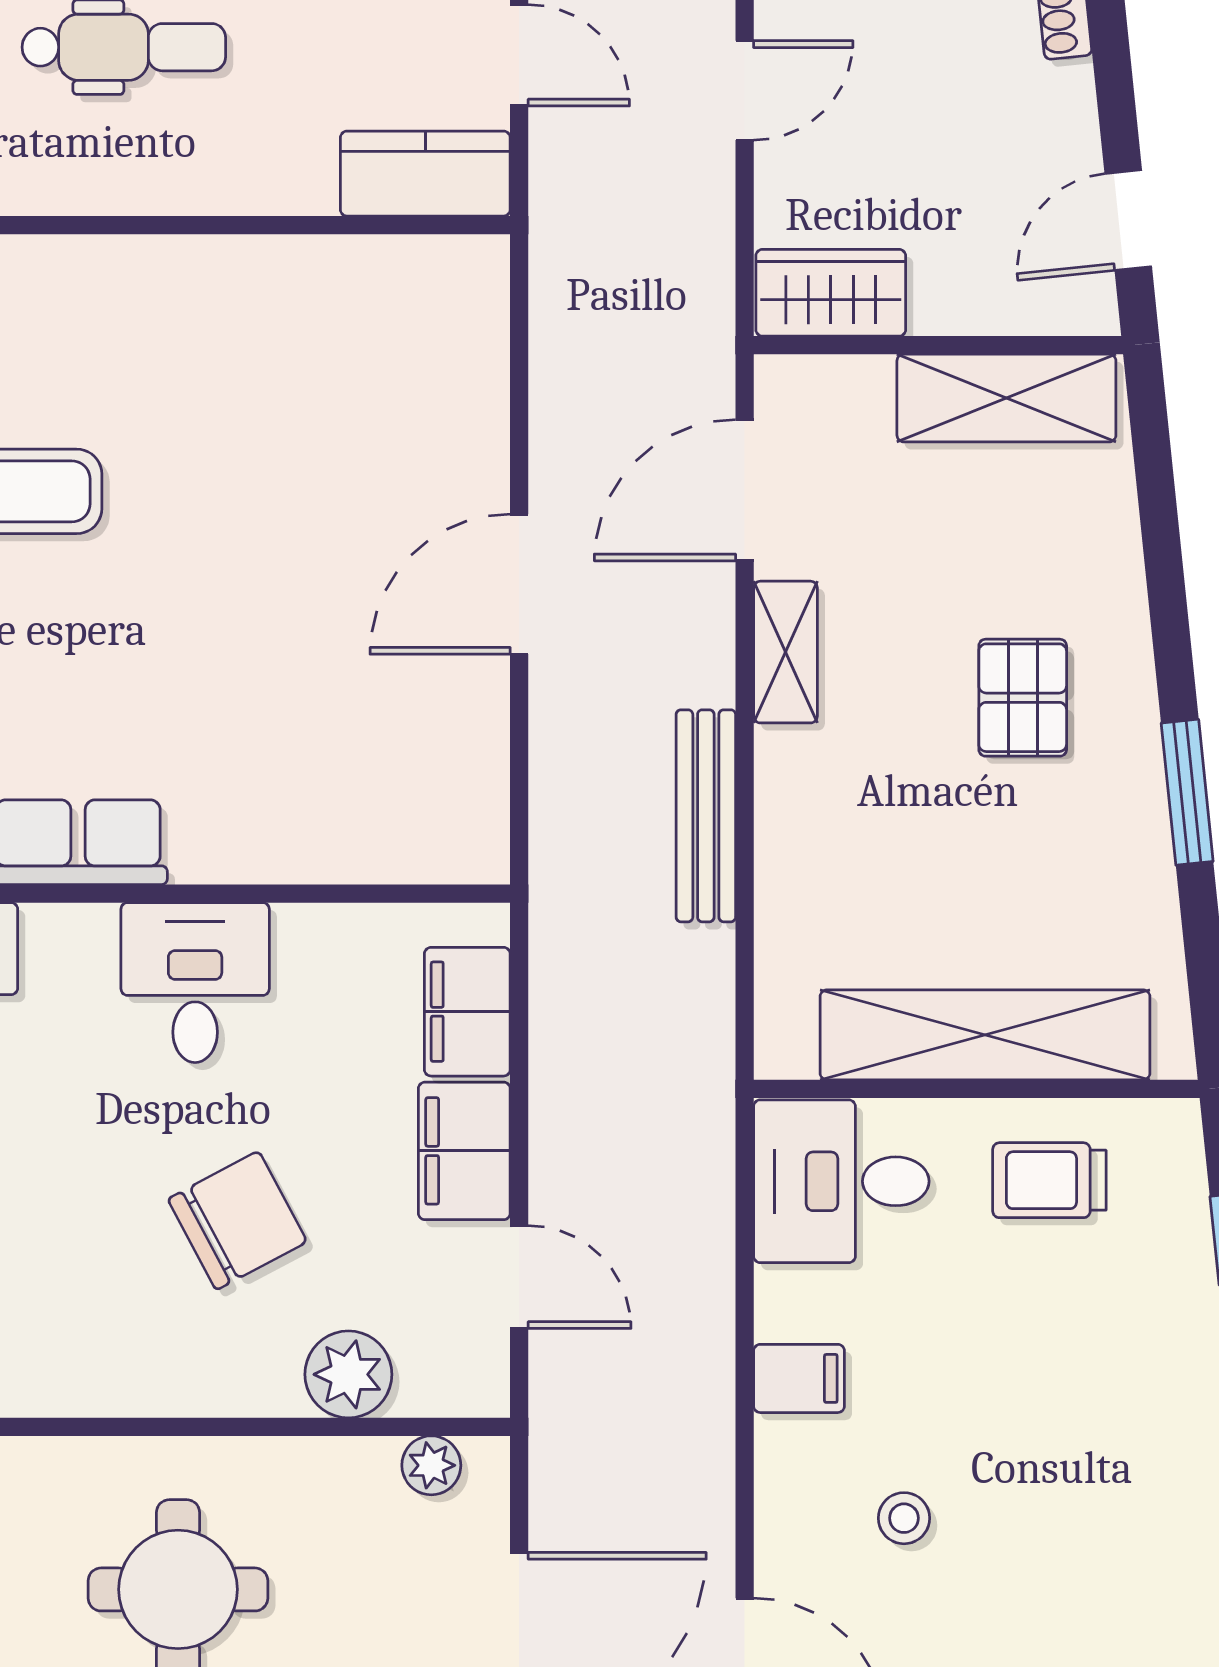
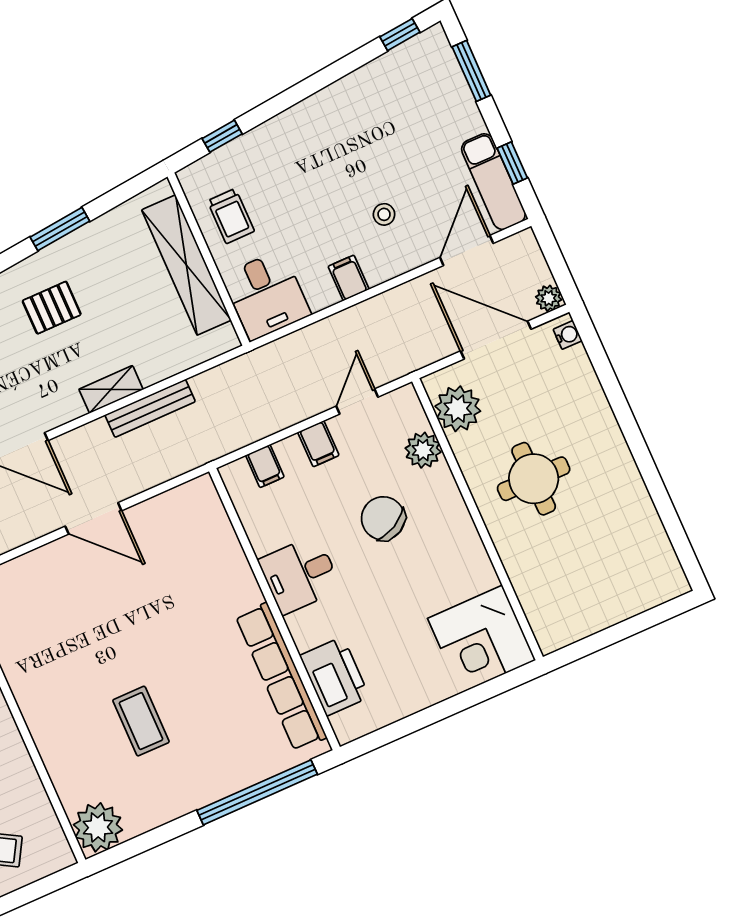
shelving: (785, 652) -> (111, 389), moved
filing cabinet: (467, 1012) -> (265, 466), width x0.50
filing cabinet: (464, 1151) -> (318, 444), width x0.50
plant: (431, 1465) -> (458, 409), width x1.88, depth x1.88

